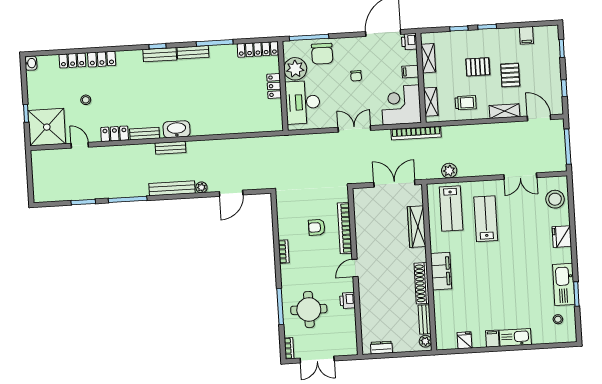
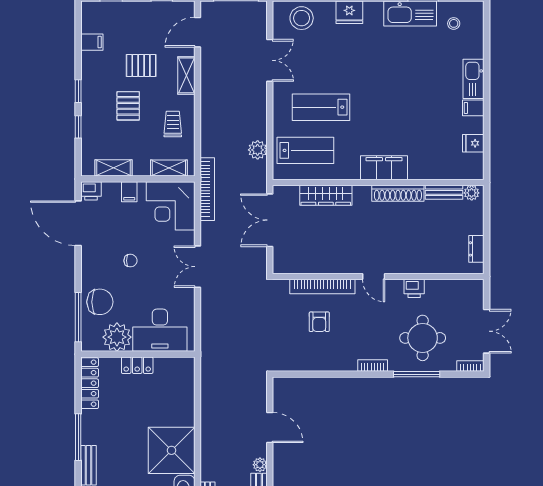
shower: (209, 117) -> (172, 450), added
bookcase: (284, 252) -> (373, 365), moved

